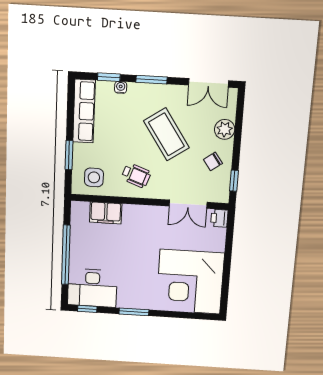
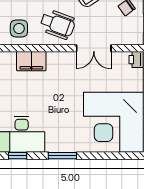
wheelchair: (136, 175) -> (58, 24), width x1.36, depth x1.37
double door: (188, 204) -> (94, 48), moved

